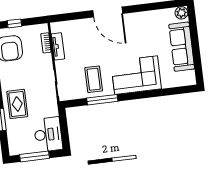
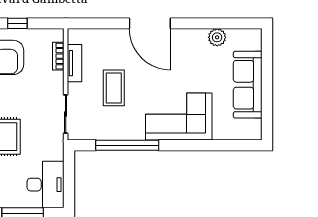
plant: (181, 13) -> (217, 37), moved
coffee table: (94, 79) -> (114, 88), moved
window: (102, 100) -> (127, 145), width x1.46

